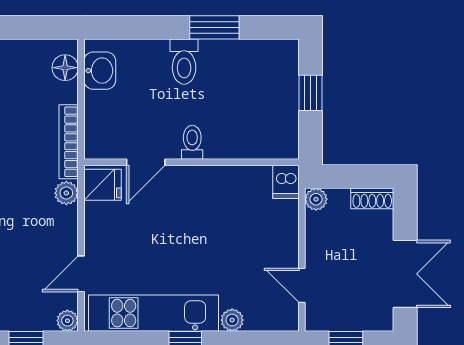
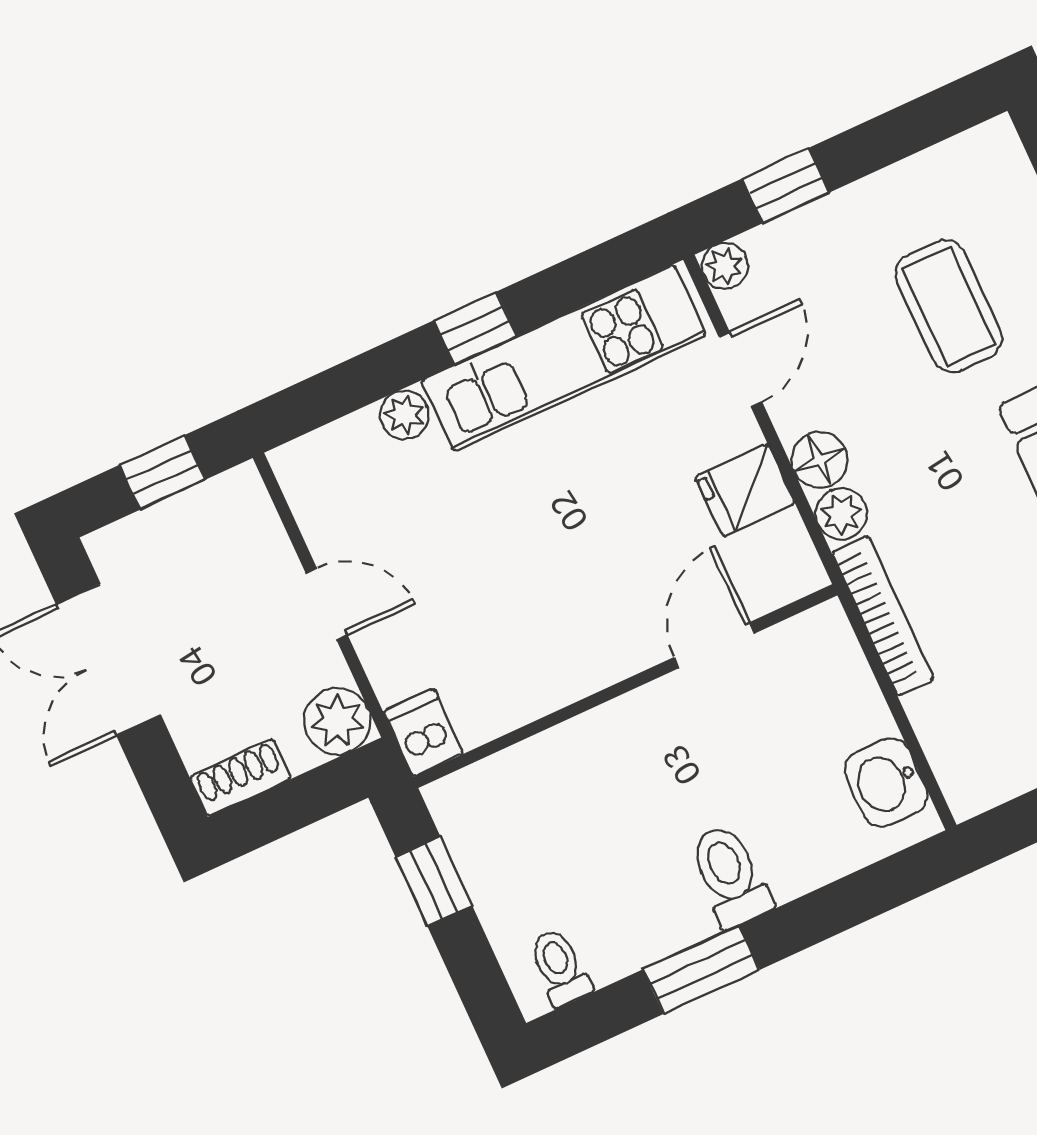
floor lamp: (65, 68) -> (819, 460), moved
window: (310, 93) -> (434, 881), moved
toilet: (192, 142) -> (560, 967), moved, turned 180
fridge: (103, 185) -> (745, 490), moved
plant: (316, 199) -> (337, 721), width x1.38, depth x1.38
door: (302, 285) -> (327, 604), moved

